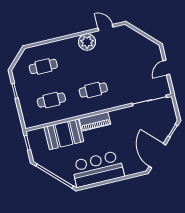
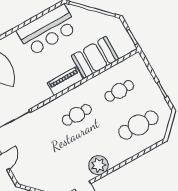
cafe table: (43, 66) -> (138, 125), width x1.37, depth x1.35

